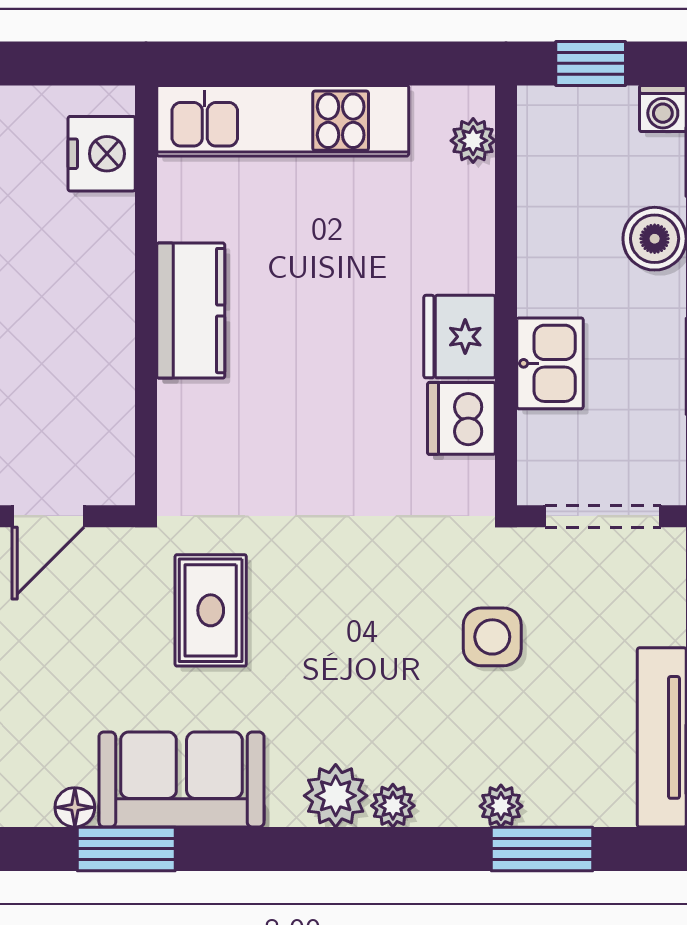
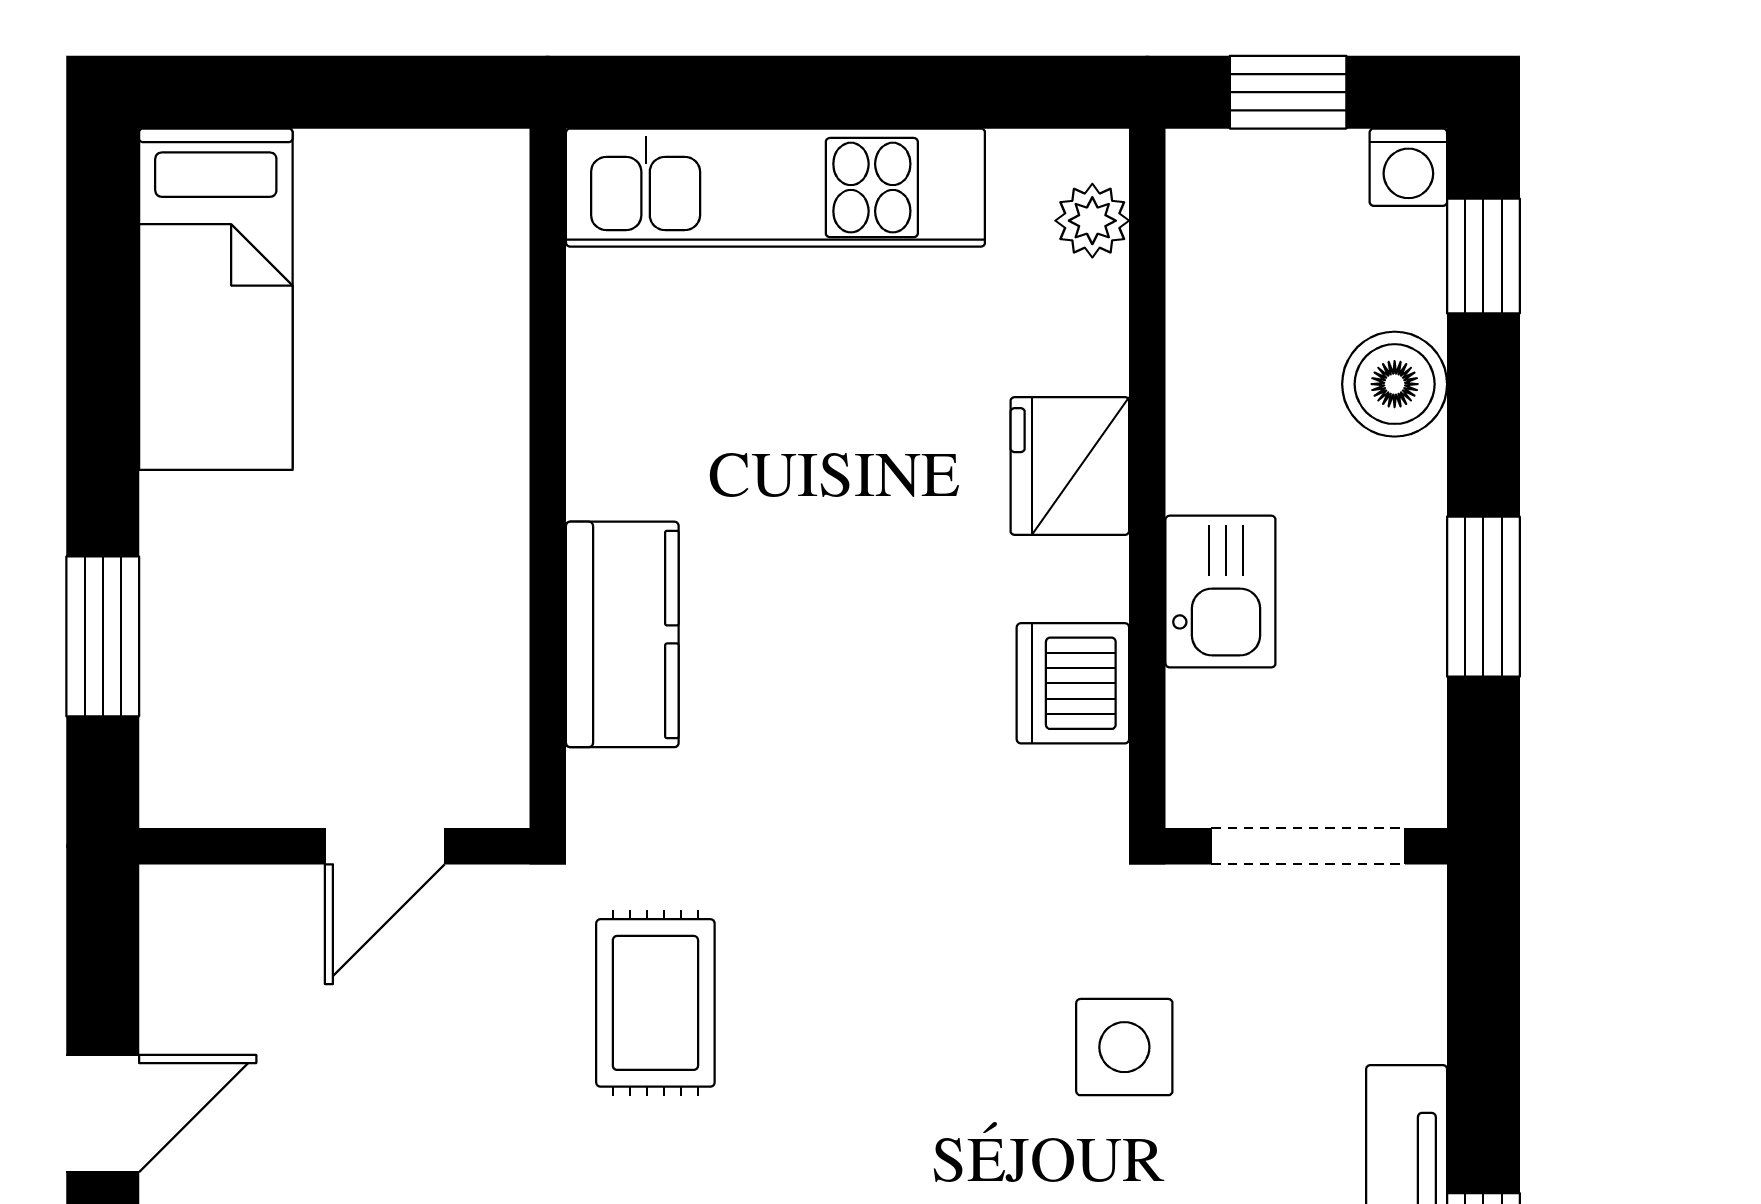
nightstand: (102, 154) -> (474, 243), removed
kitchen counter: (191, 311) -> (622, 634), moved
fridge: (460, 337) -> (1070, 466), moved

